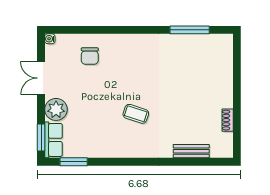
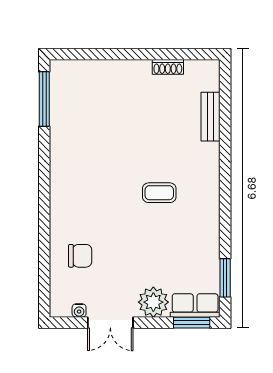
window: (190, 30) -> (44, 99), moved
water cooler: (50, 39) -> (79, 310), moved
coffee table: (136, 114) -> (159, 193), turned 72

